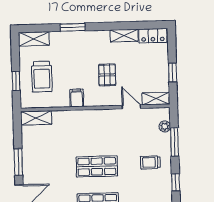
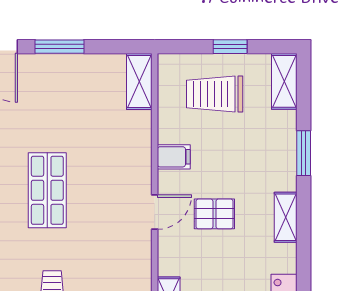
shelving: (124, 36) -> (286, 217), moved
window: (16, 81) -> (230, 47), moved
door: (131, 107) -> (155, 212), moved

